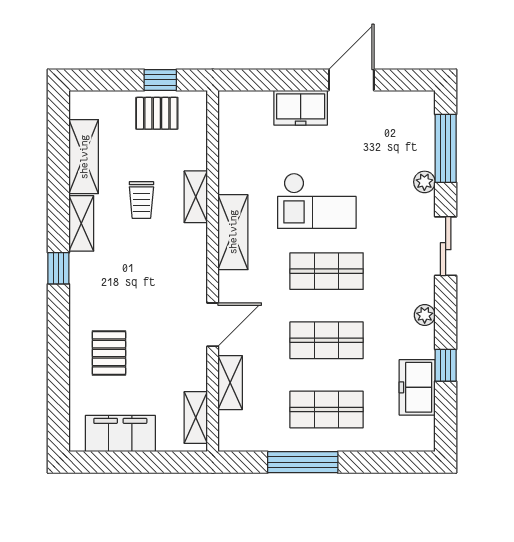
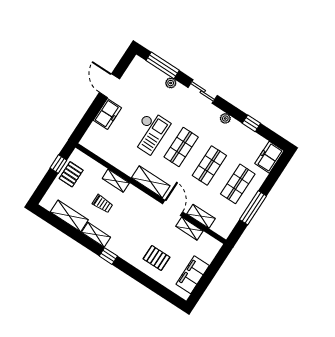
shelving: (233, 232) -> (151, 182), moved
freezer: (417, 387) -> (269, 157), moved, turned 90
shelving: (196, 418) -> (189, 229), moved

